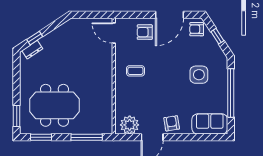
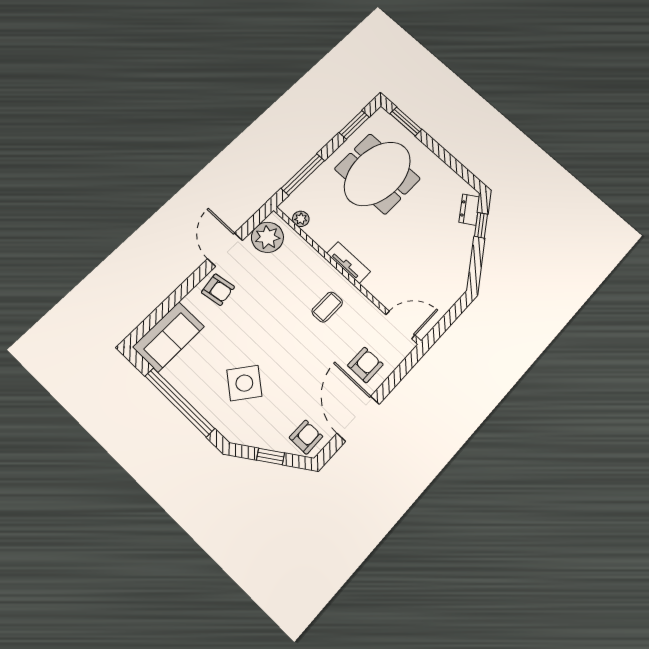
side table: (199, 75) -> (244, 383), turned 38
tv unit: (107, 80) -> (348, 262), added
plant: (108, 119) -> (301, 219), added

